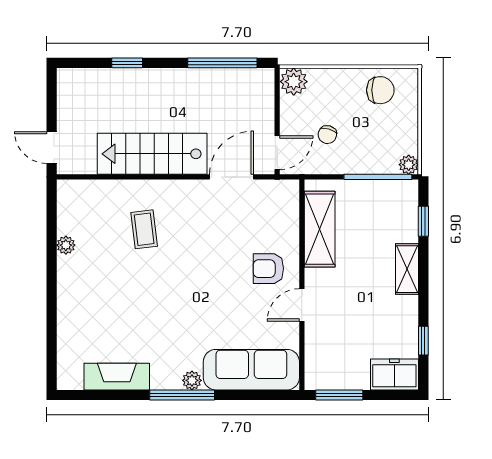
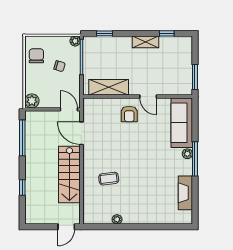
chair: (327, 135) -> (60, 66), moved
shelving: (407, 269) -> (145, 42), moved
freezer: (394, 374) -> (184, 48), removed

